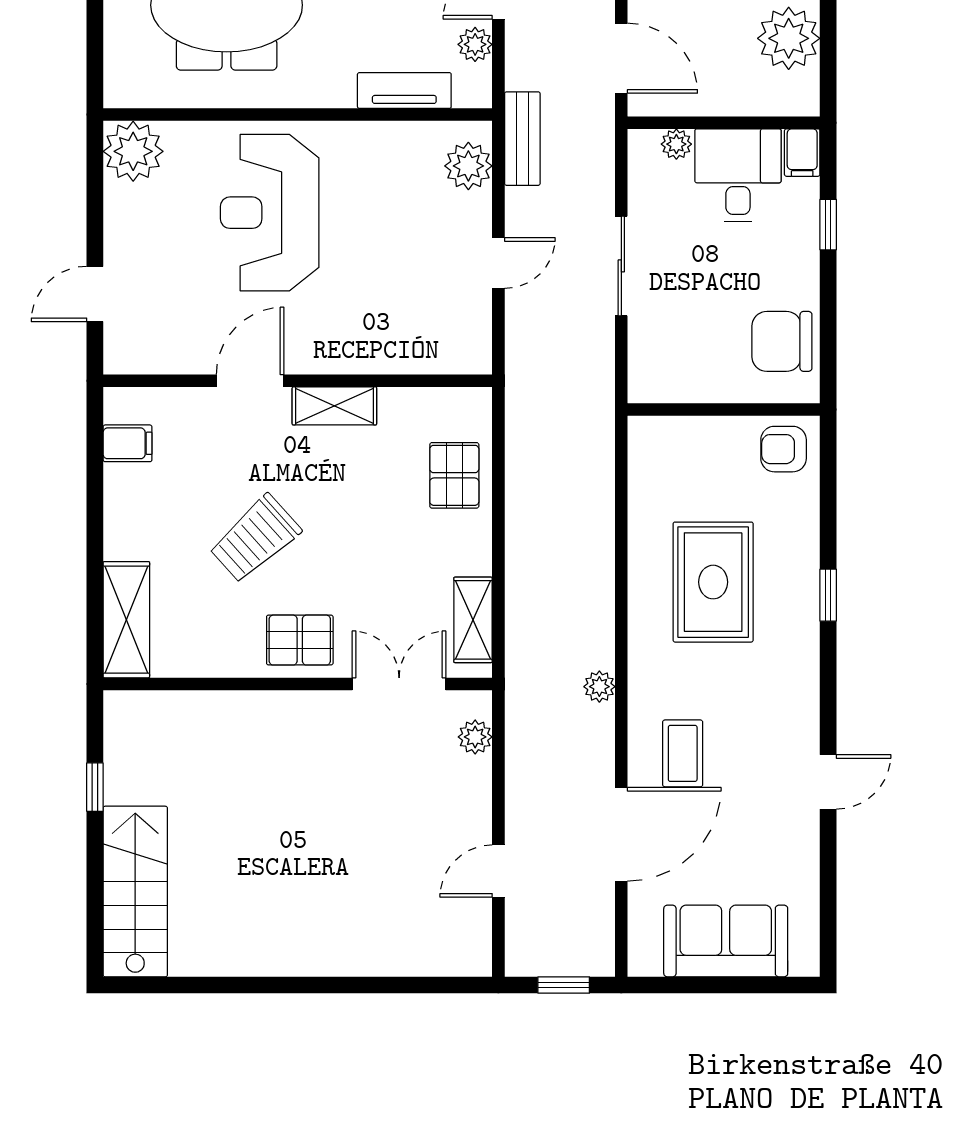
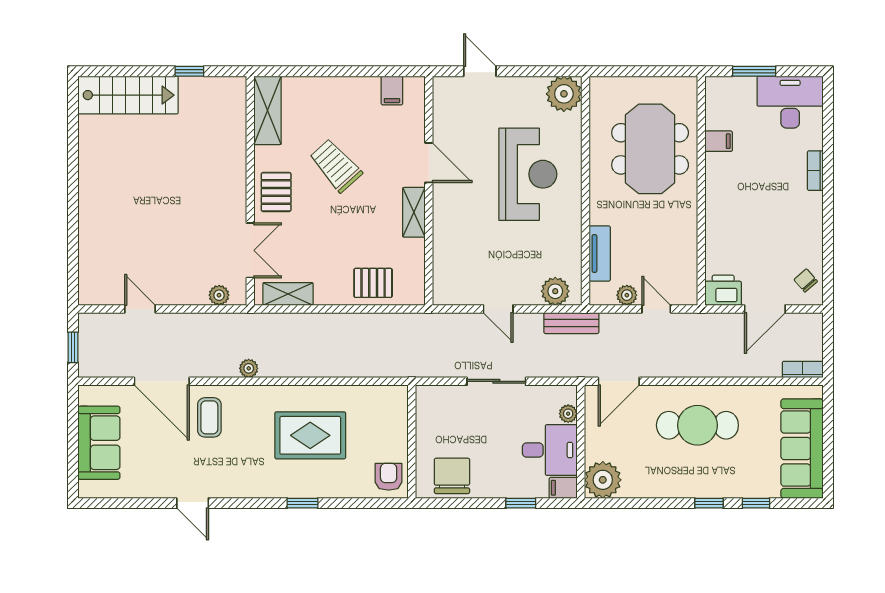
plant: (789, 38) -> (603, 480), moved
reception desk: (270, 213) -> (528, 174), turned 90
shelving: (126, 620) -> (268, 110), moved, turned 90
coffee table: (683, 753) -> (209, 417), turned 90

